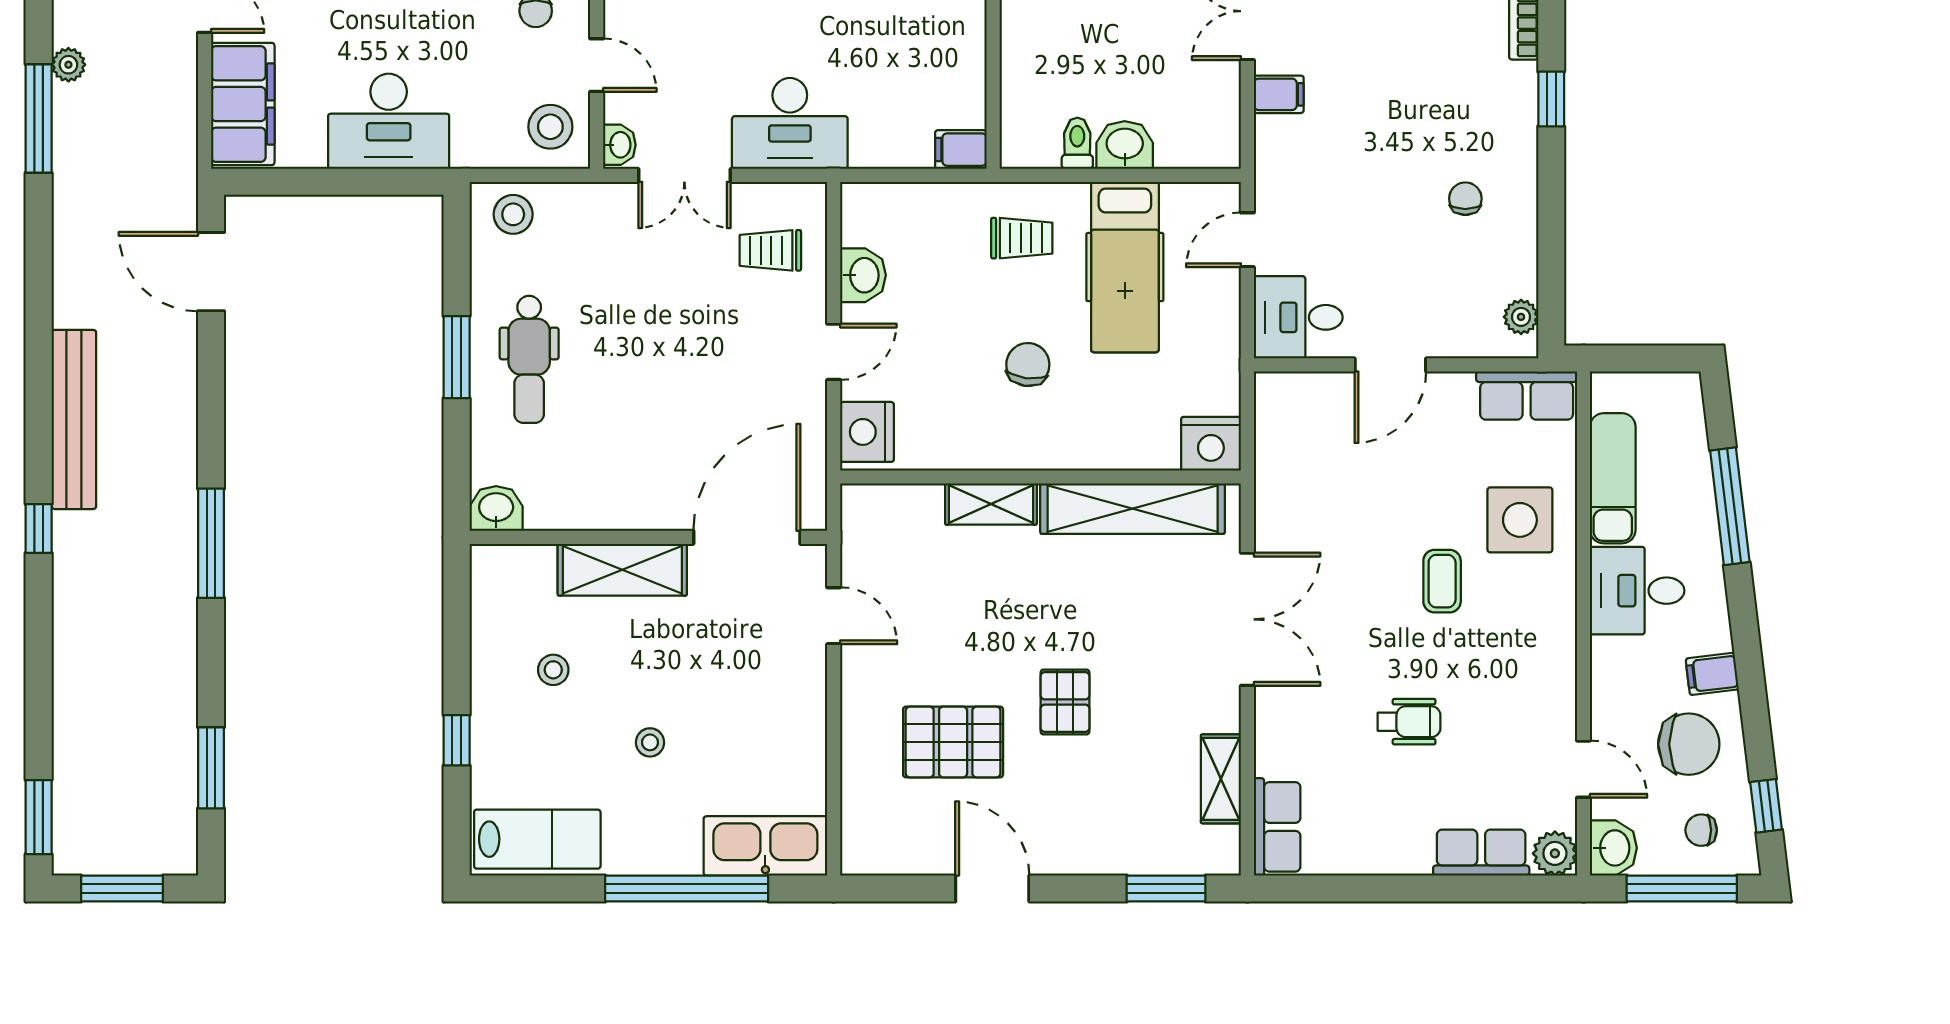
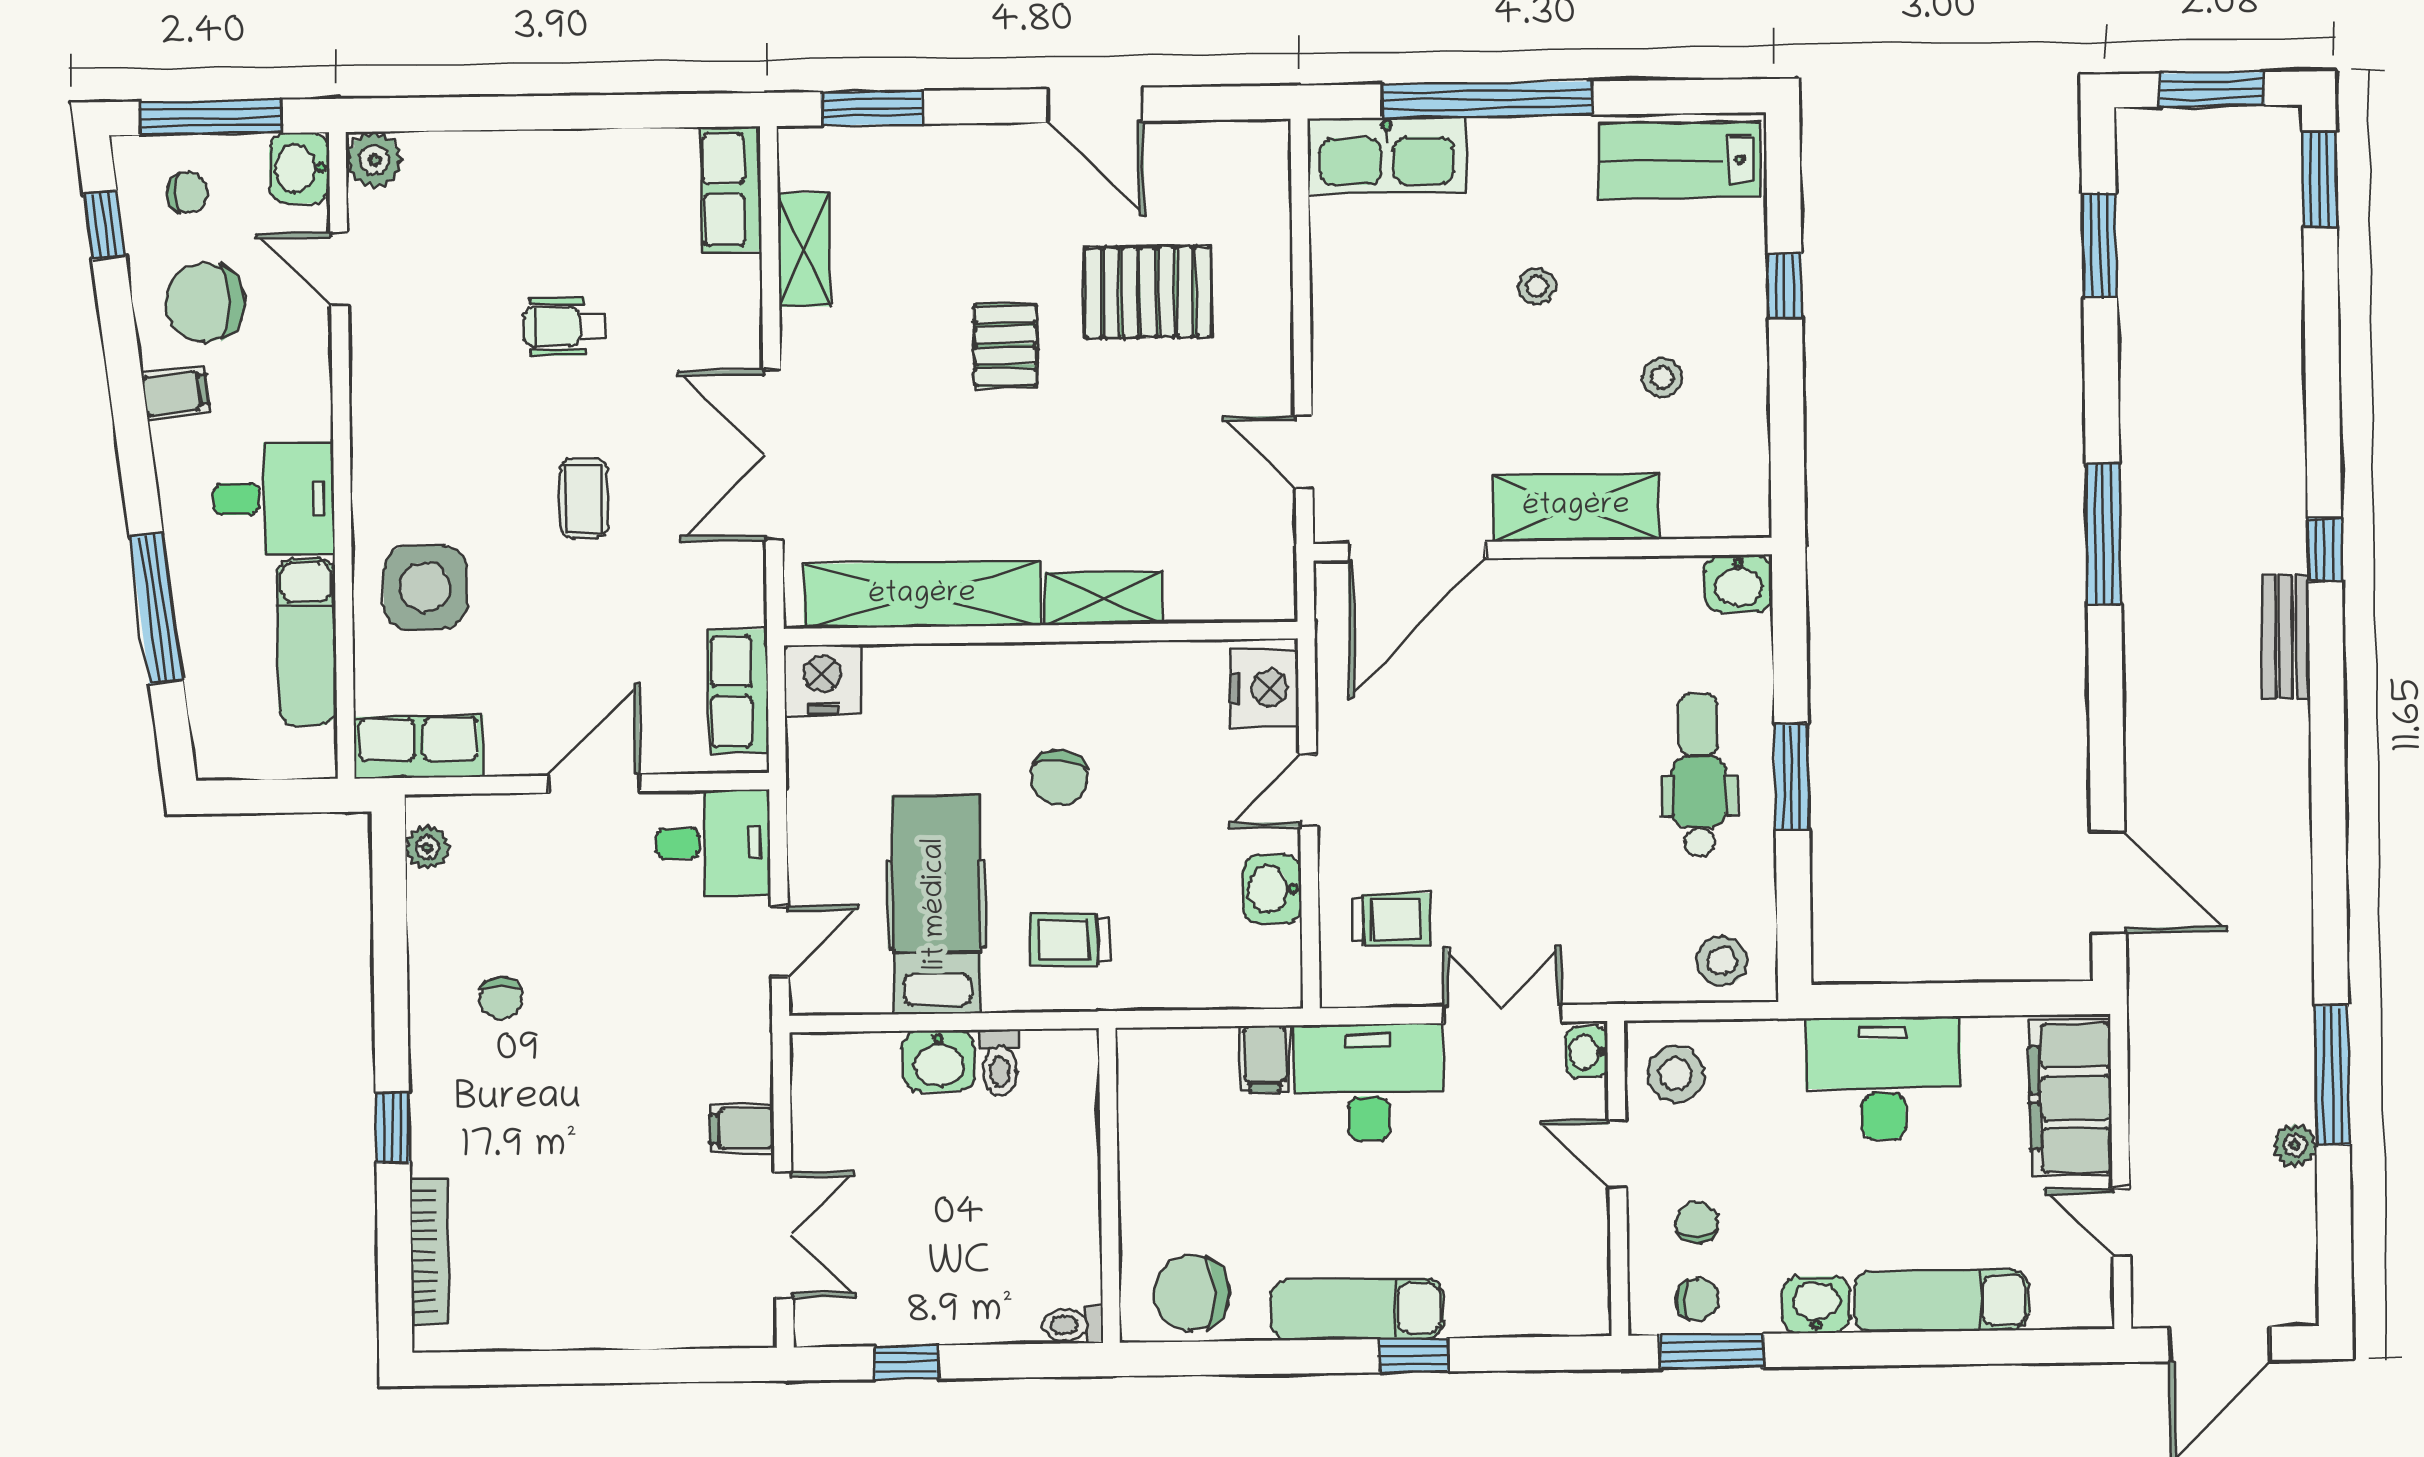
filing cabinet: (961, 150) -> (1265, 1059), moved, turned 90
bench: (74, 419) -> (2286, 637), width x0.54, depth x0.82
coffee table: (1442, 581) -> (584, 498), moved
row of seats: (1481, 853) -> (738, 691), moved, turned 90

